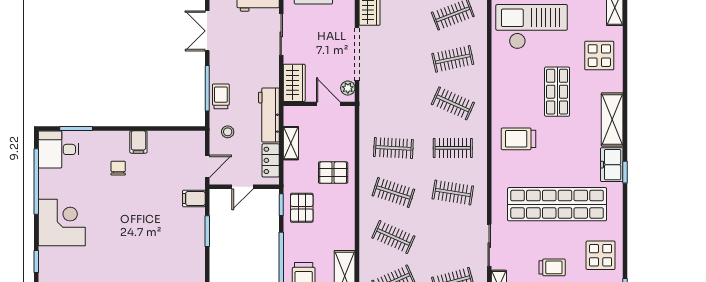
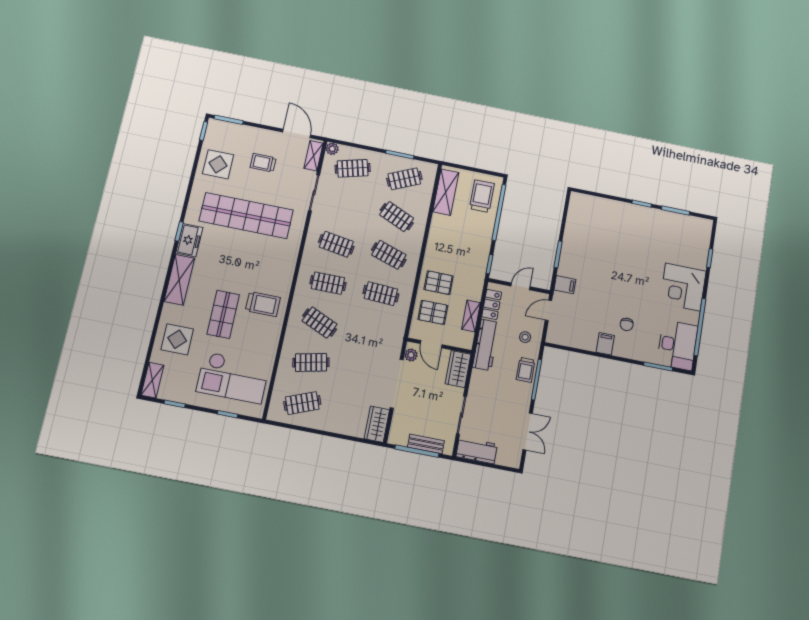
trolley: (519, 139) -> (263, 304), moved
desk: (58, 149) -> (677, 345), width x1.37
pallet: (302, 208) -> (433, 312), moved, turned 90

